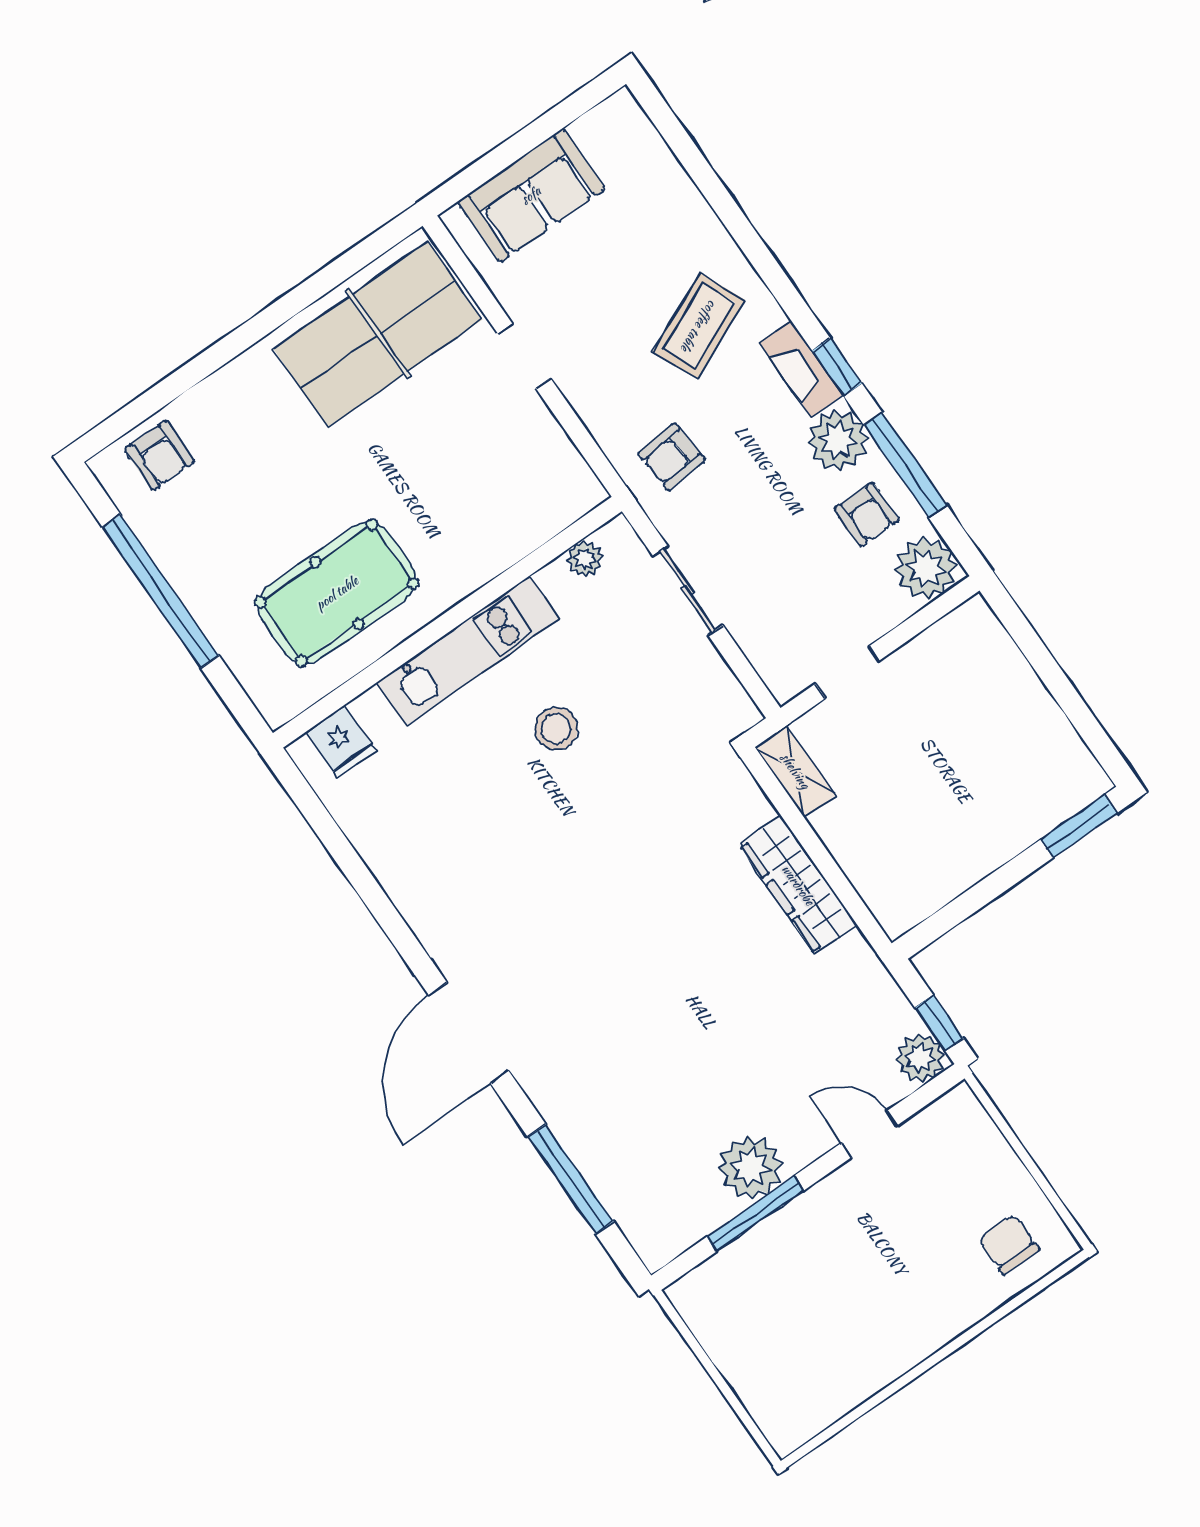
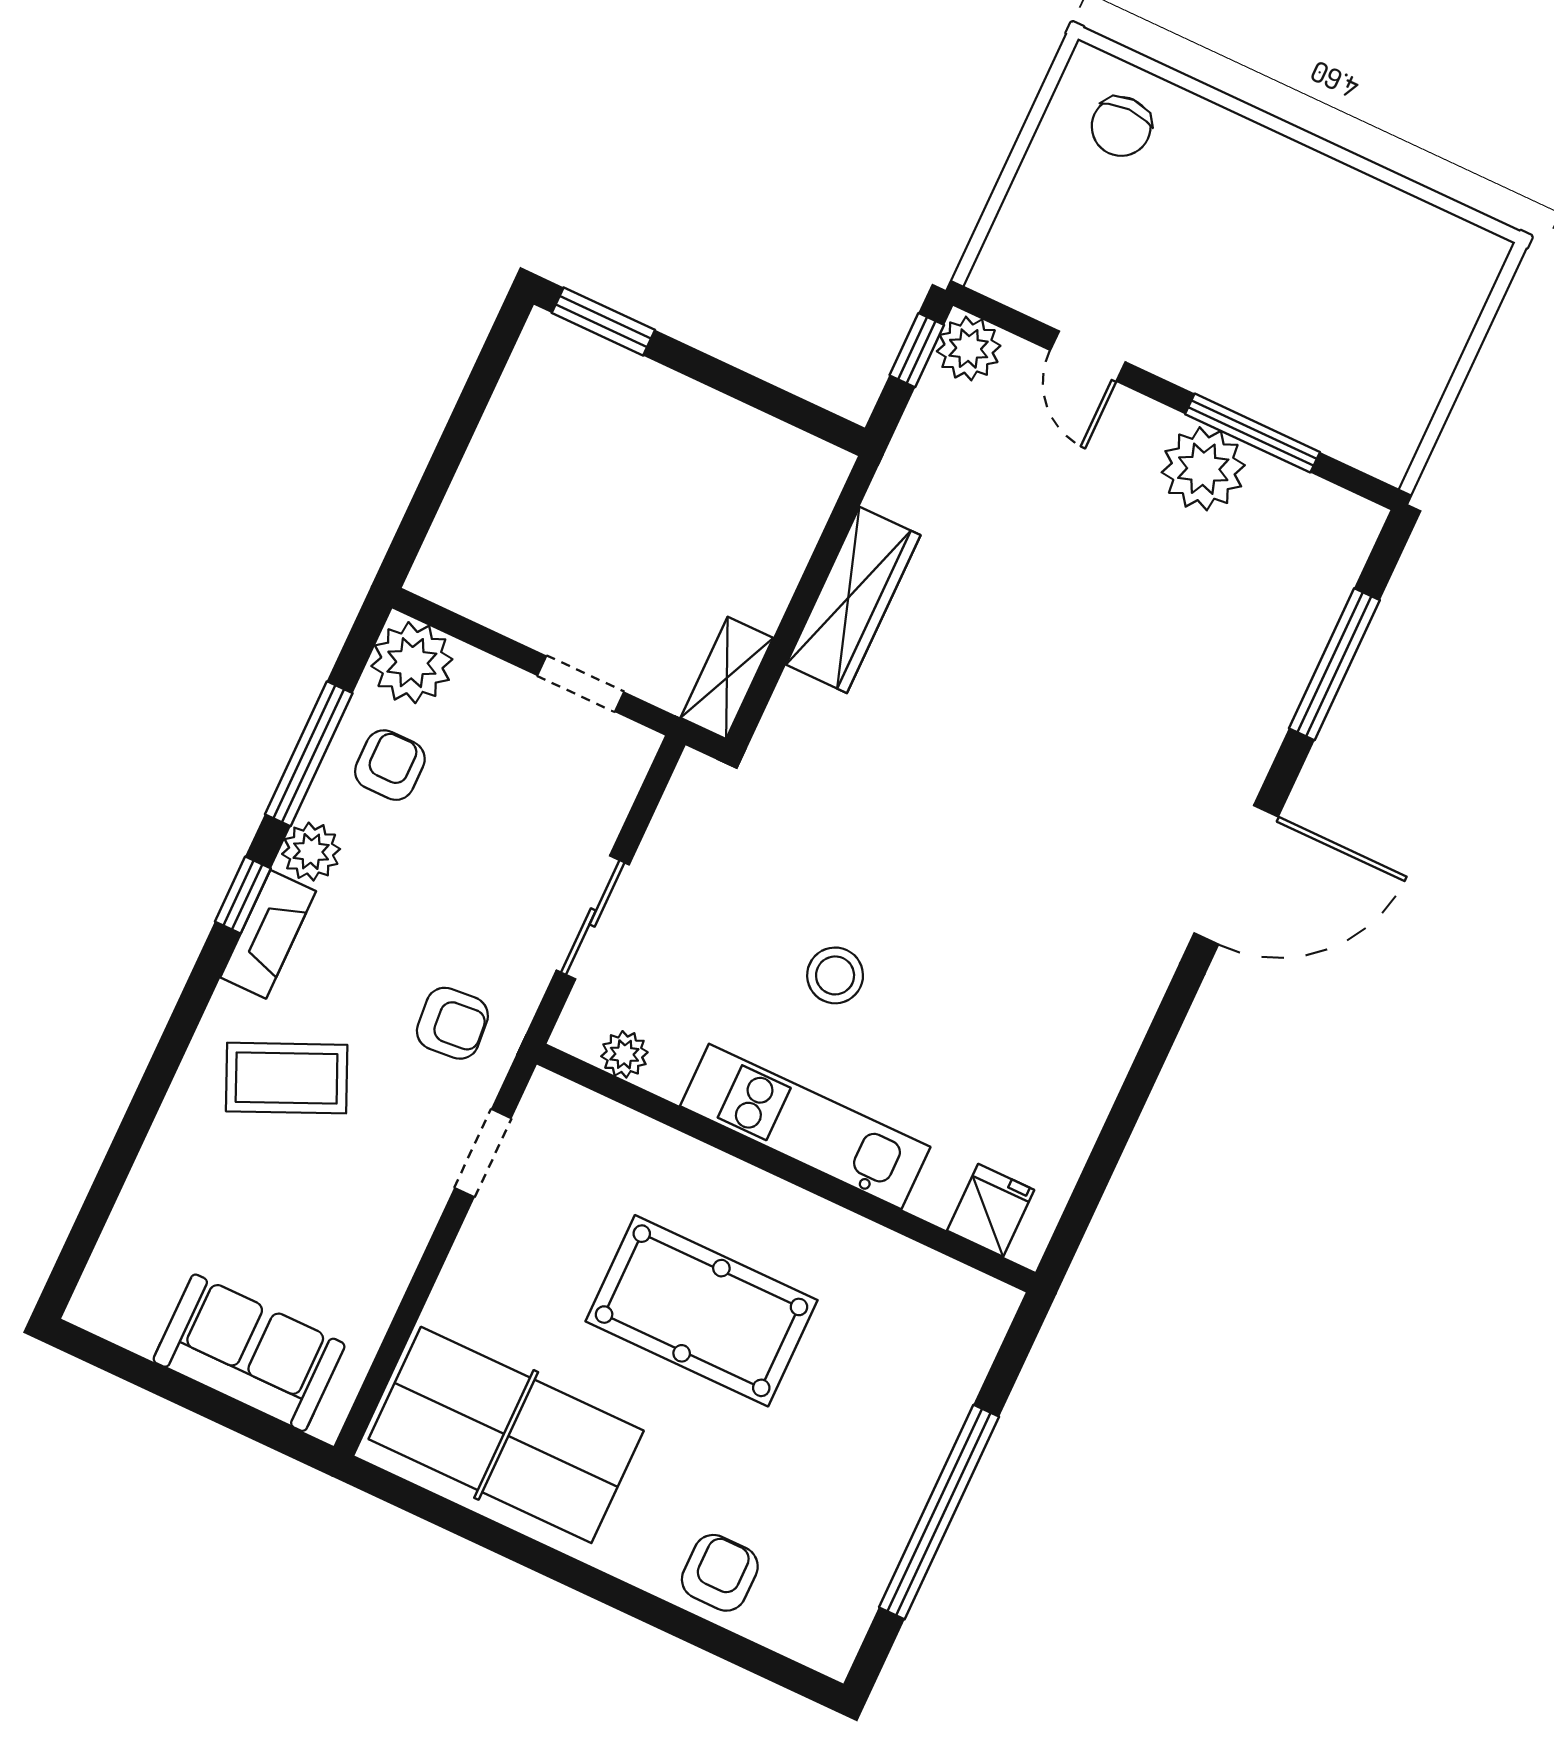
doorway: (524, 356) -> (483, 1153), moved
plant: (838, 440) -> (311, 852), width x0.73, depth x0.73
armchair: (159, 455) -> (720, 1573), moved
pool table: (337, 593) -> (702, 1311), moved

